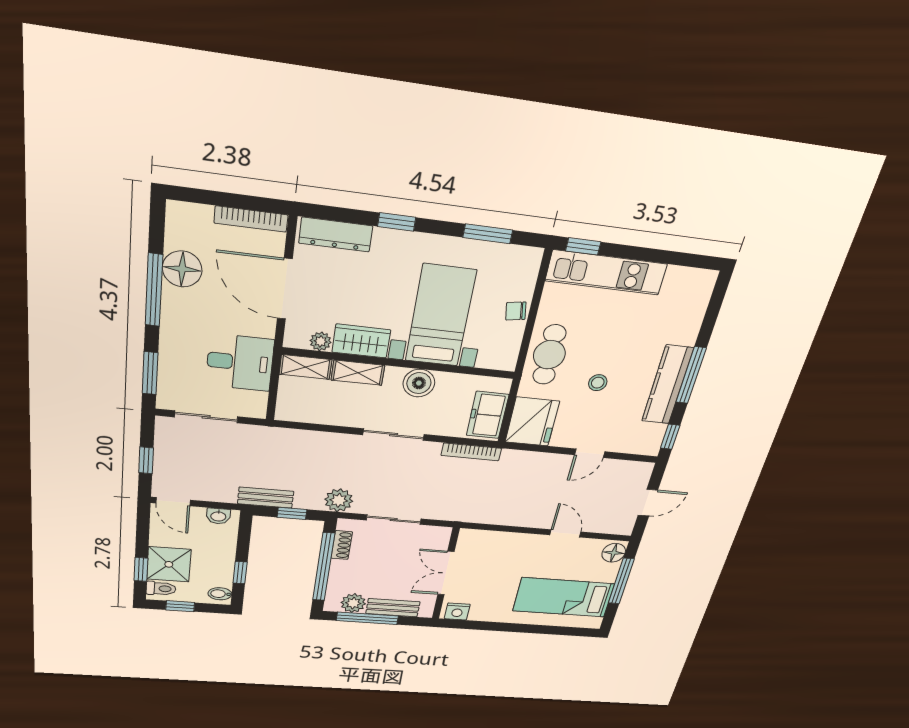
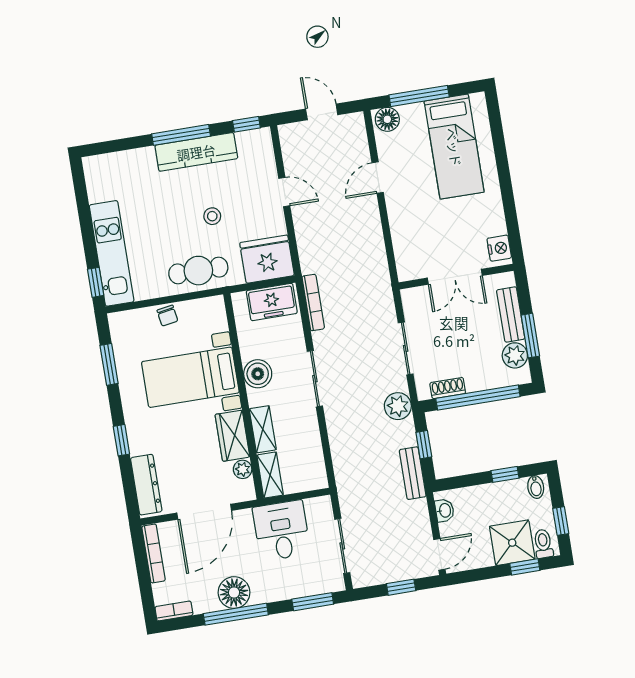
bookcase: (174, 222) -> (174, 611), added
floor lamp: (182, 269) -> (234, 593), moved
window: (367, 618) -> (530, 336), width x0.69

